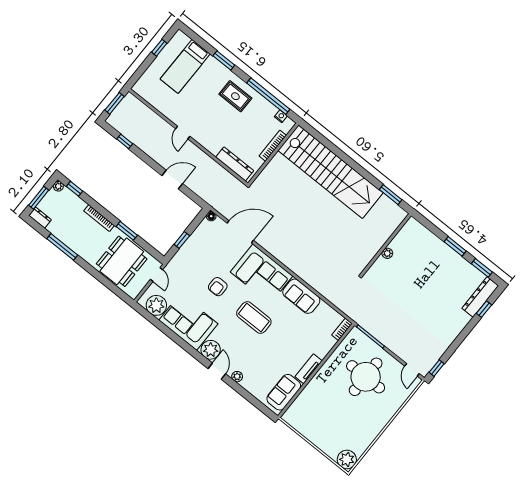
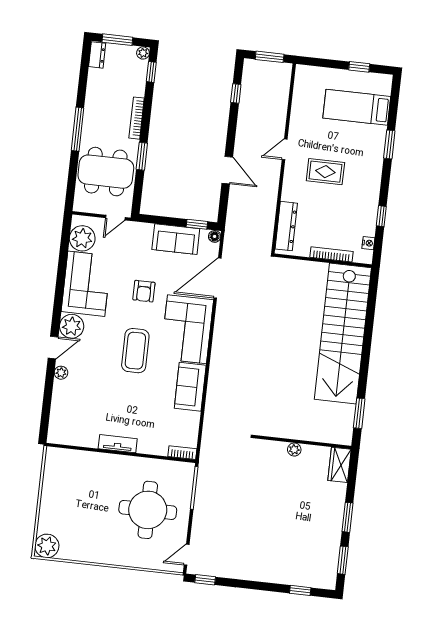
rug: (235, 96) -> (325, 172), moved, turned 90
window: (268, 96) -> (381, 216), width x0.32
wardrobe: (417, 230) -> (339, 465), added
door: (240, 232) -> (218, 278), swing flipped
window: (182, 240) -> (197, 224), moved
window: (62, 247) -> (78, 129), moved
armchair: (218, 287) -> (144, 291), turned -90
dresser: (480, 297) -> (311, 578), removed
sofa: (284, 392) -> (176, 239), moved, turned 180

